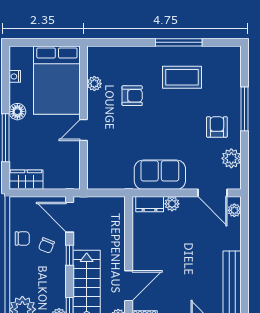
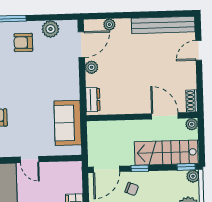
sofa: (160, 175) -> (68, 123), moved
plant: (172, 204) -> (92, 67), moved
plant: (234, 210) -> (109, 25), moved

